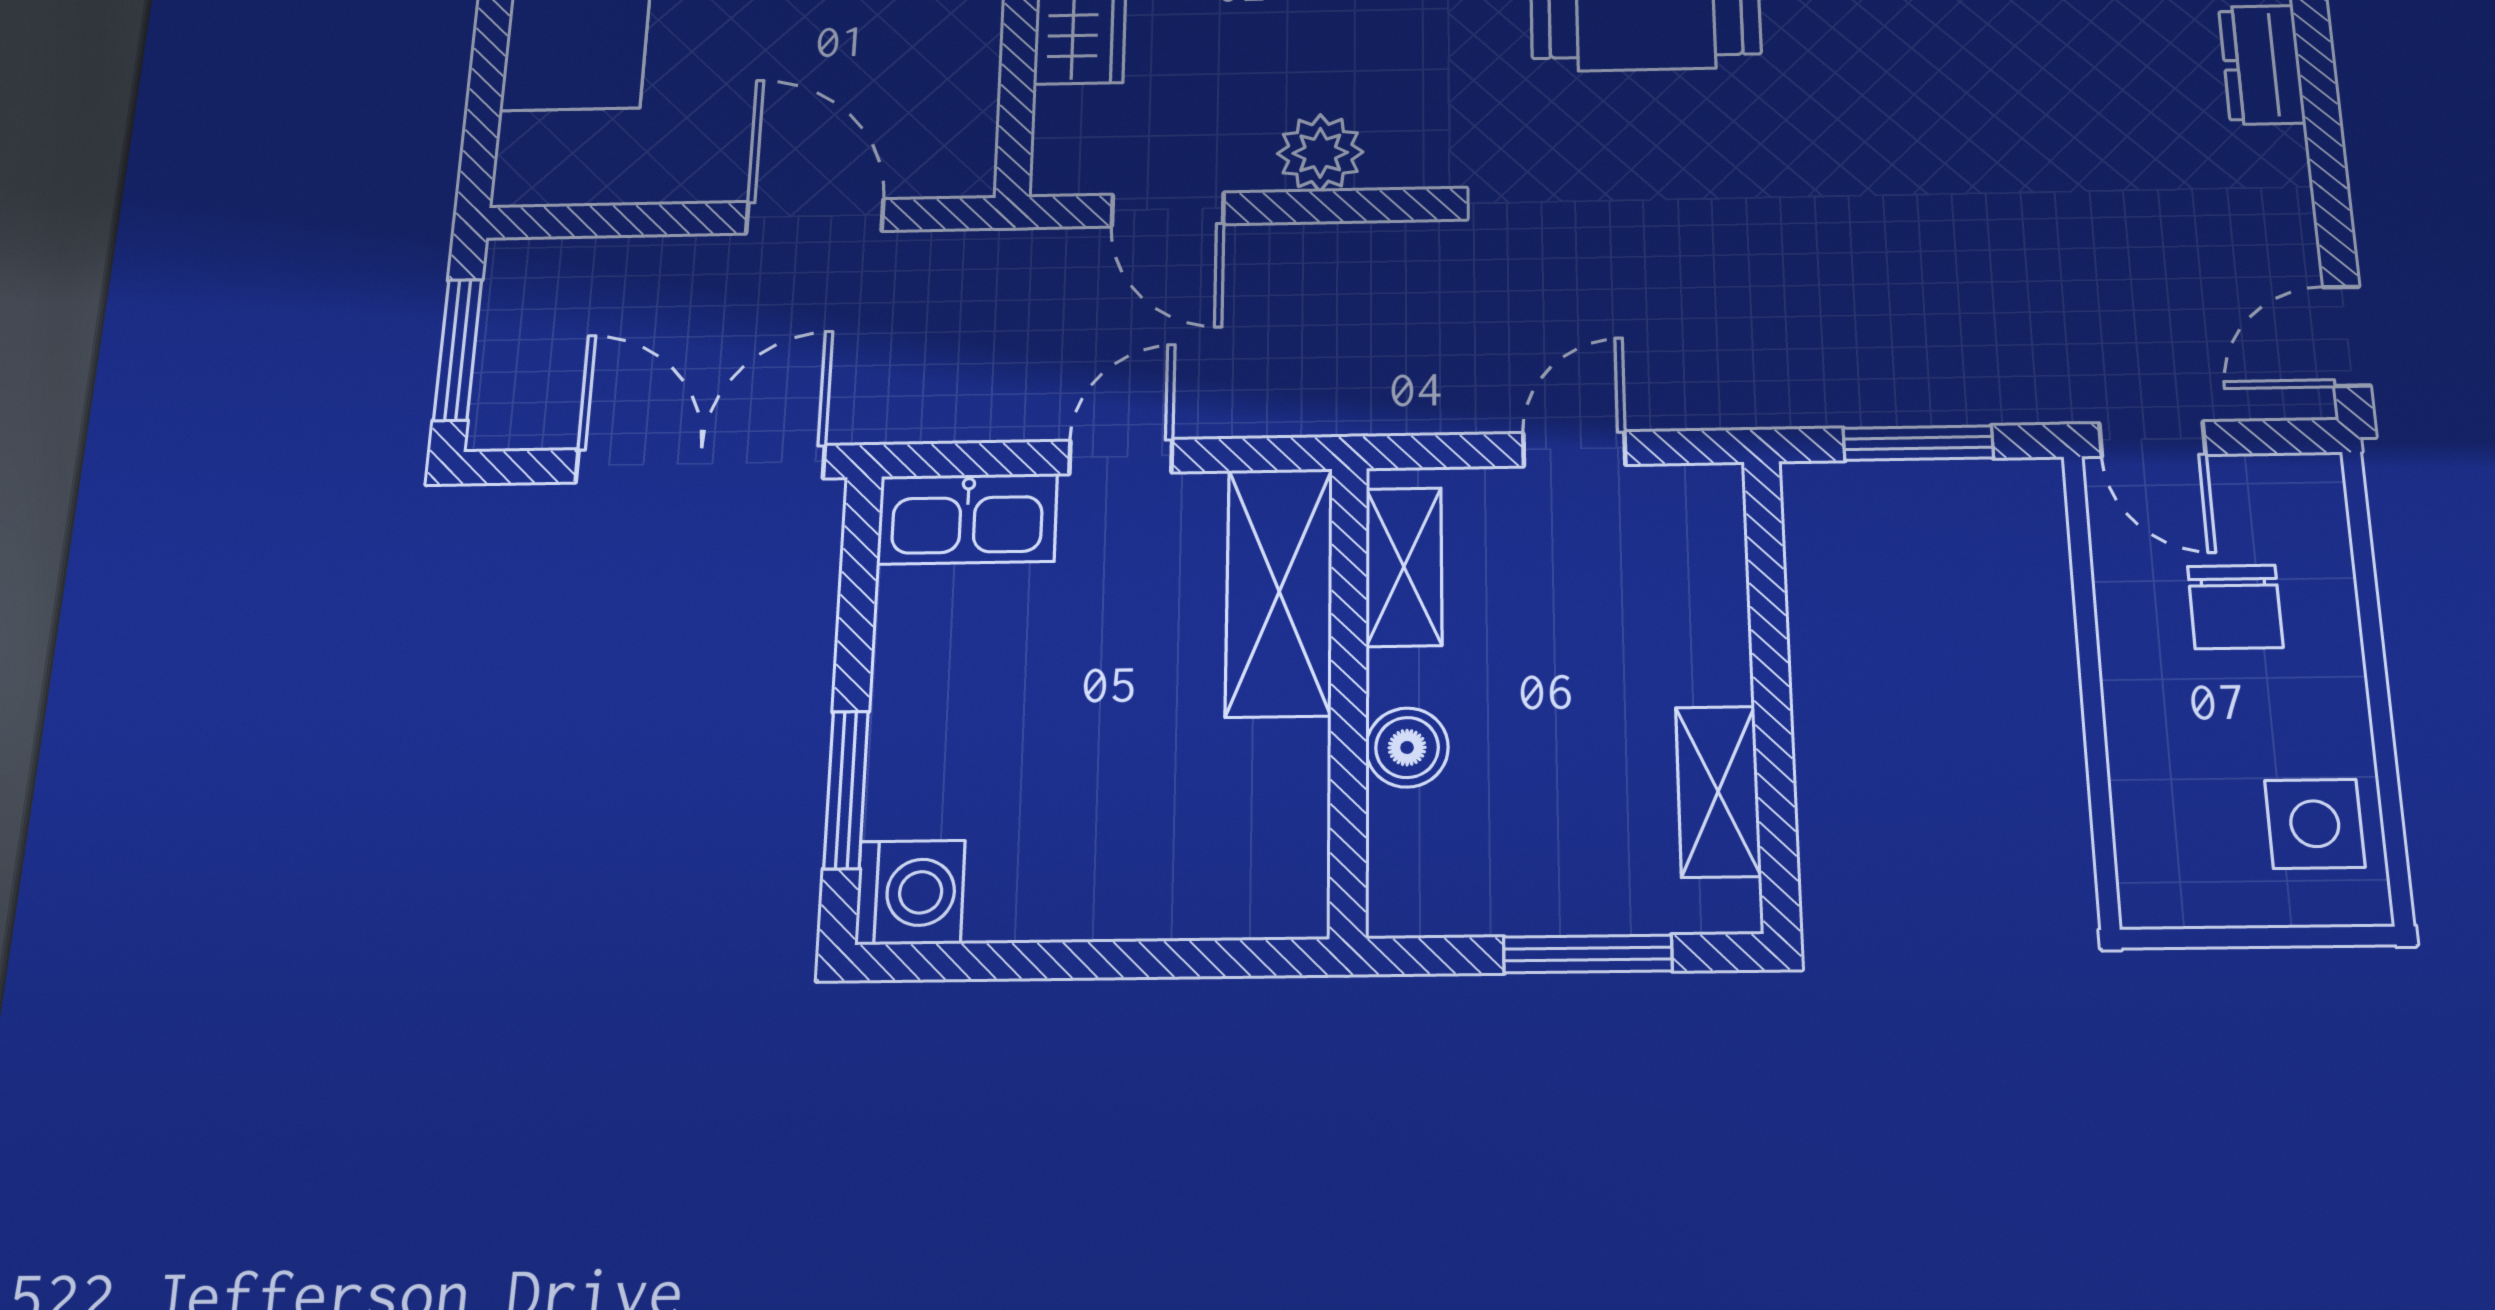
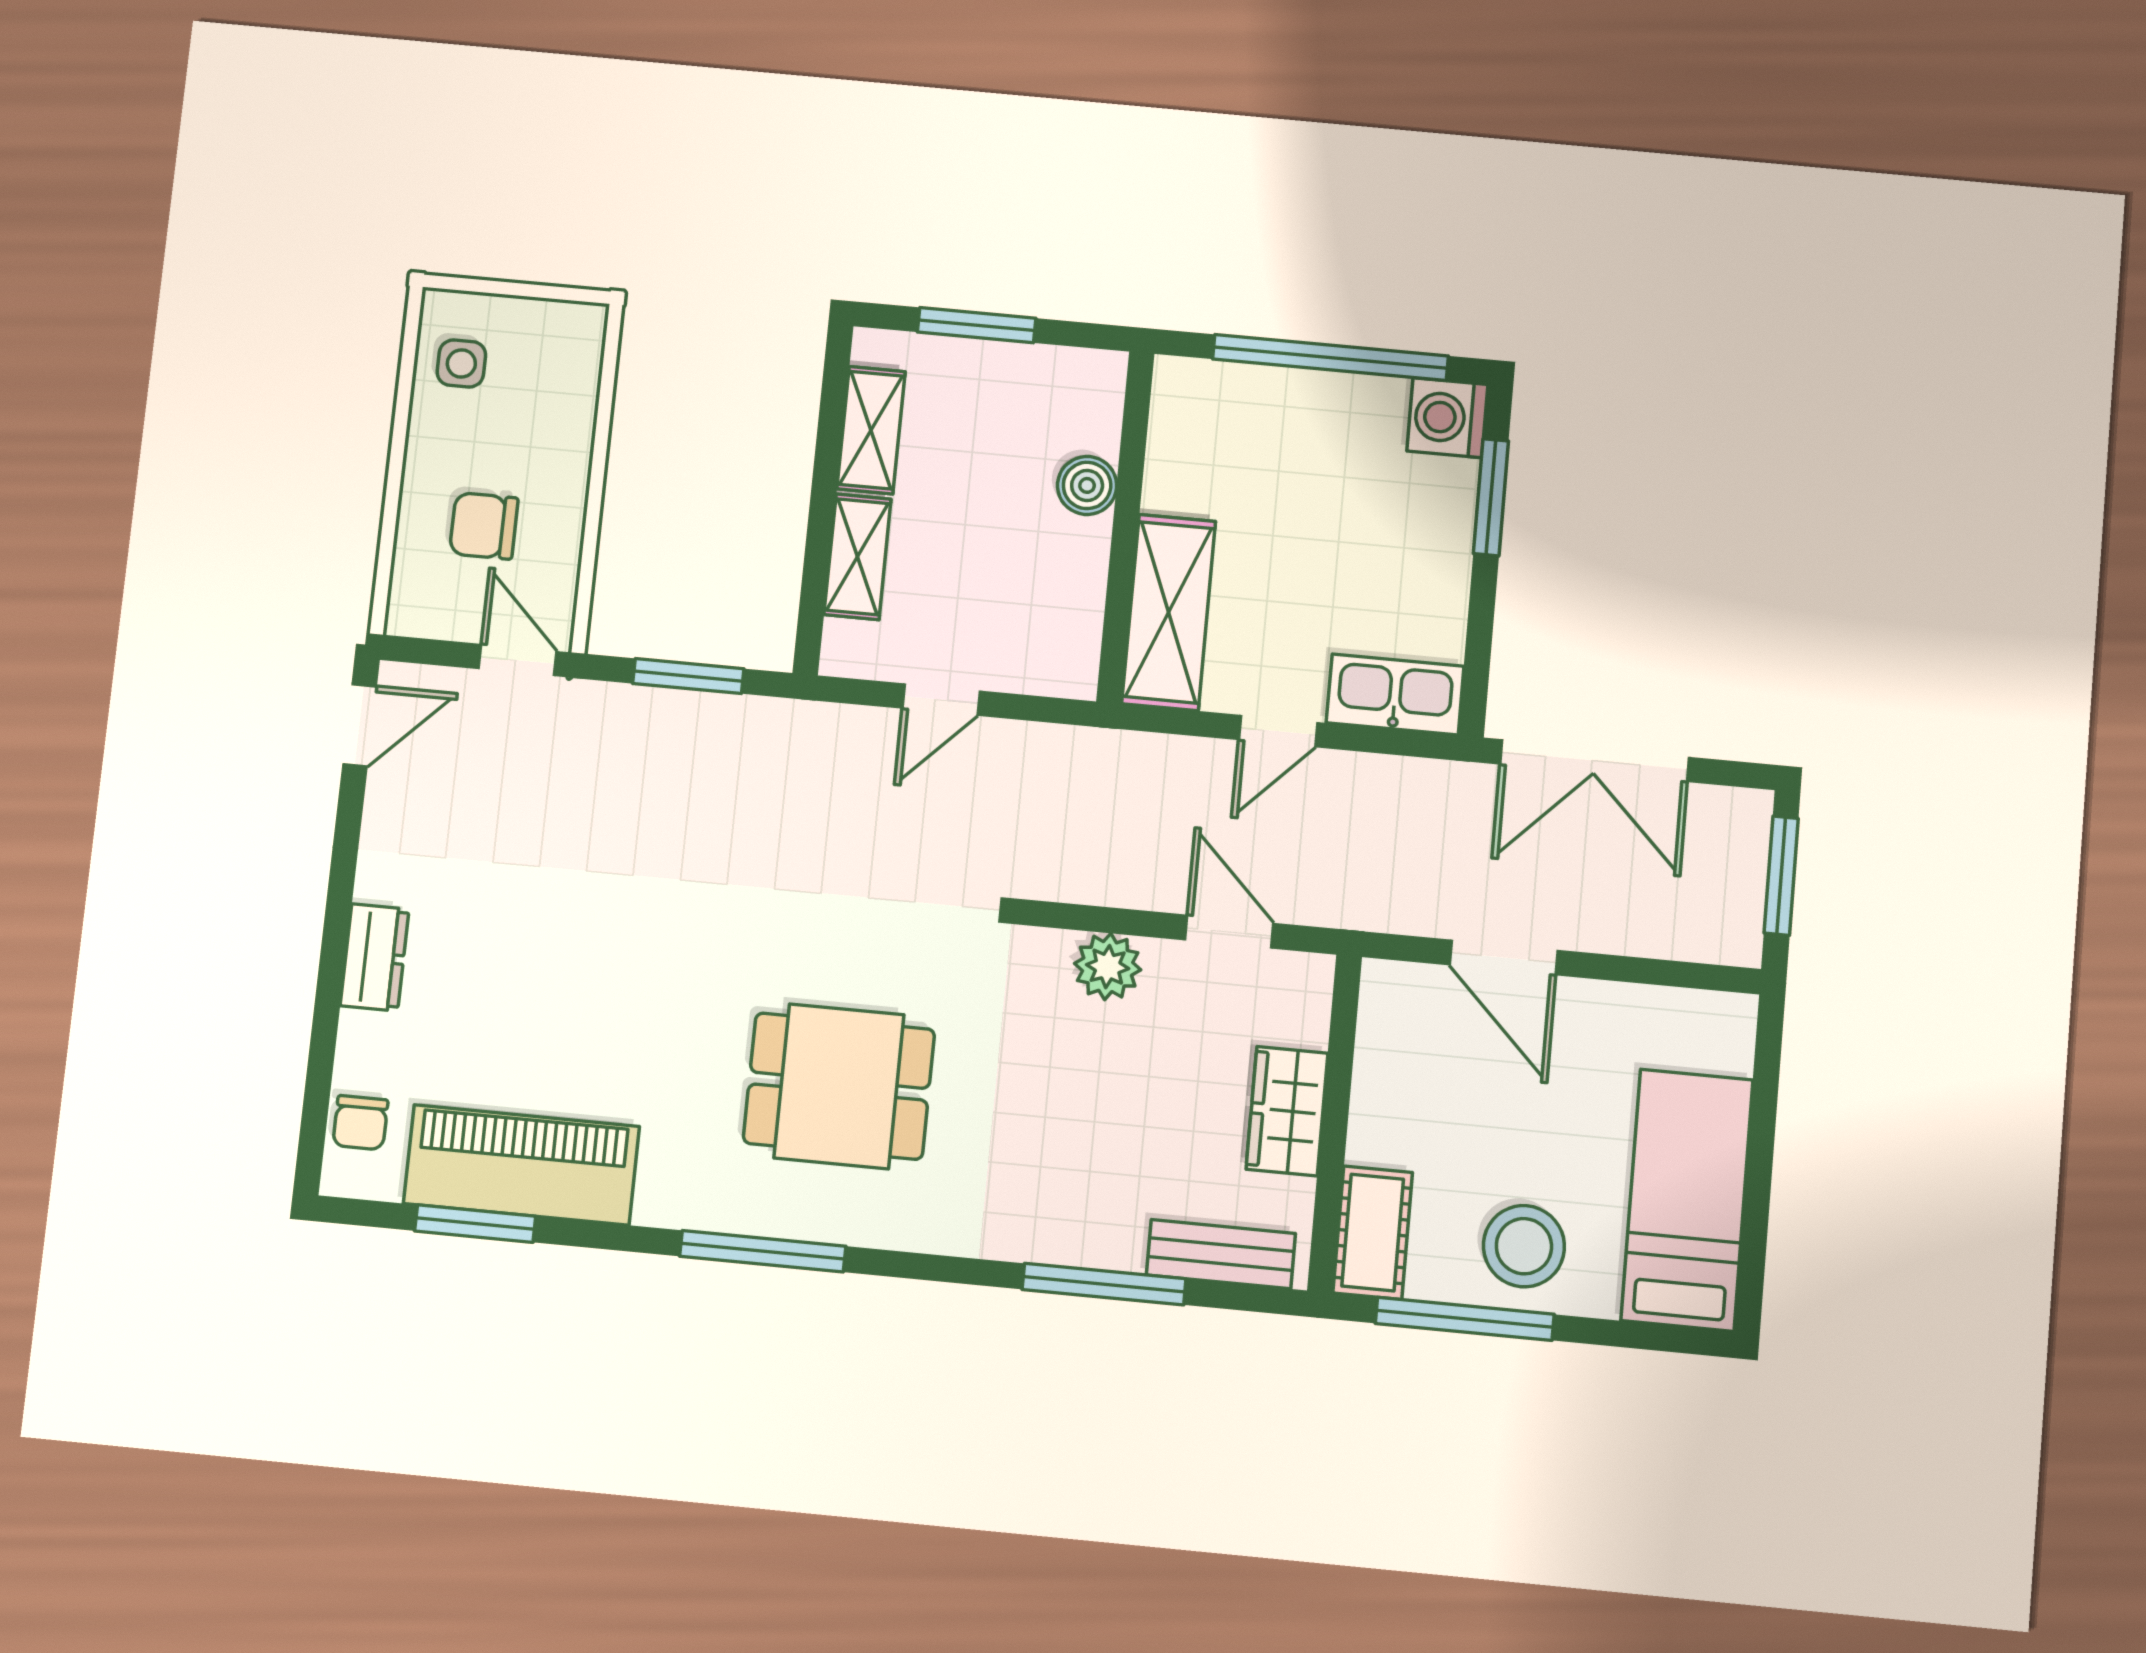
shelving: (1404, 567) -> (858, 557), moved
chair: (2235, 607) -> (484, 526), turned -90
side table: (2315, 824) -> (461, 363), width x0.73, depth x0.73
window: (1079, 960) -> (1330, 357), added

